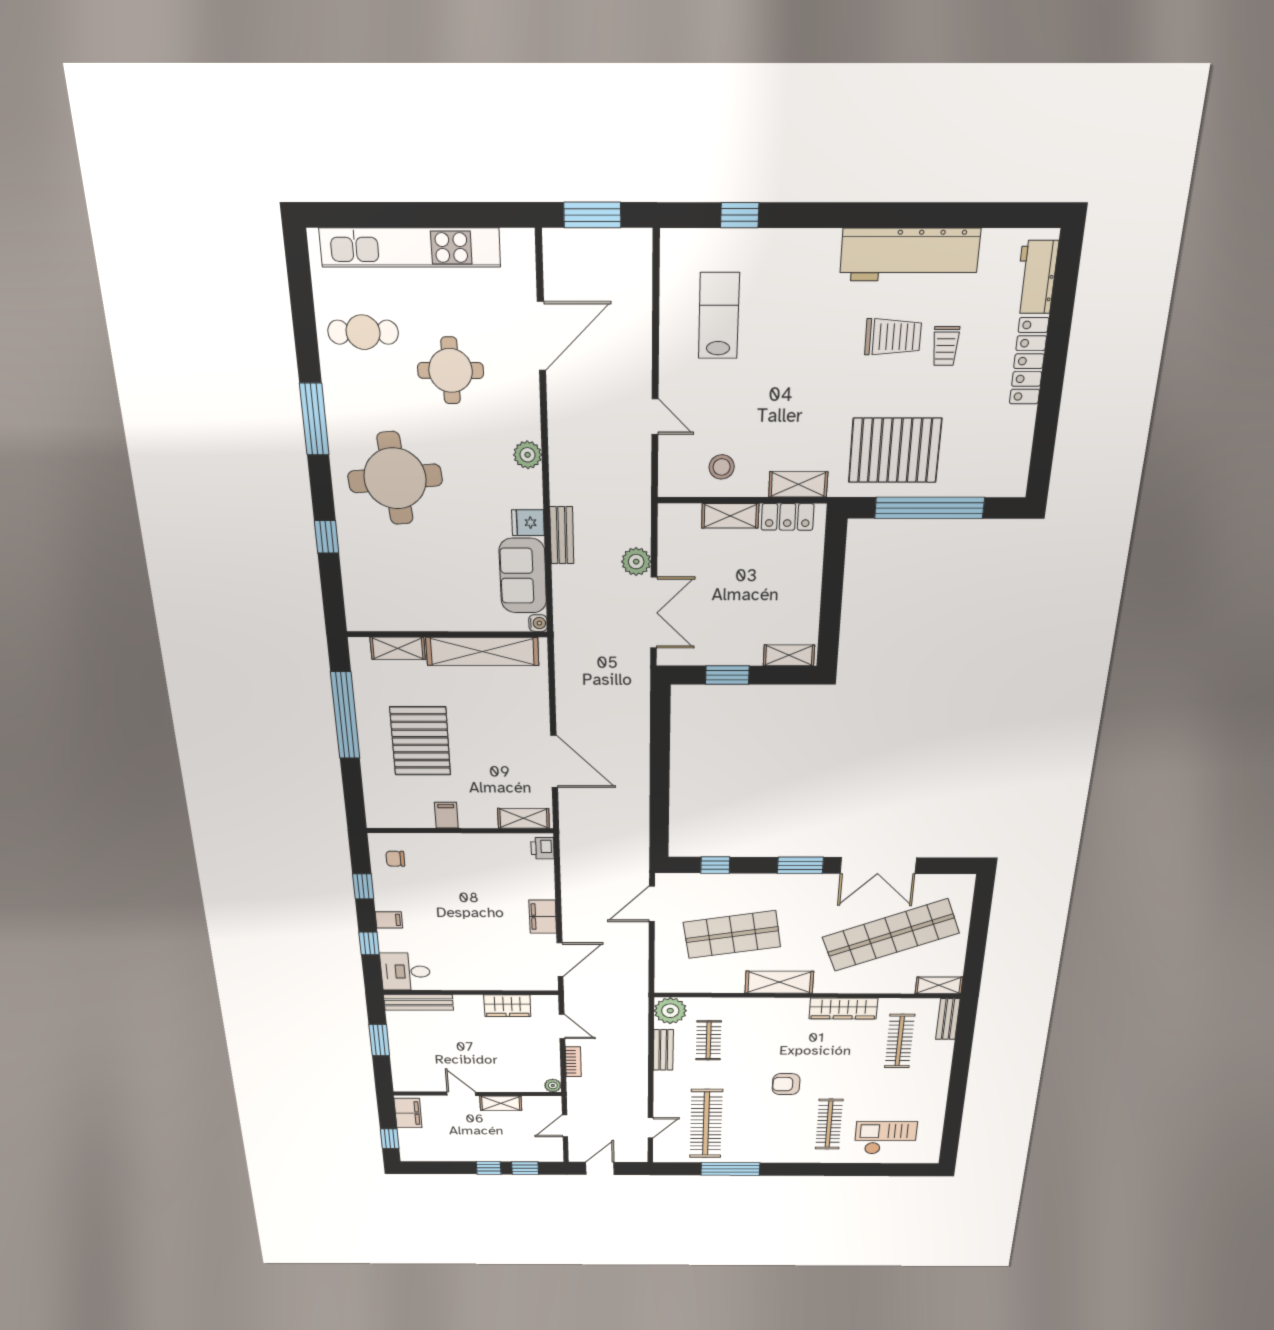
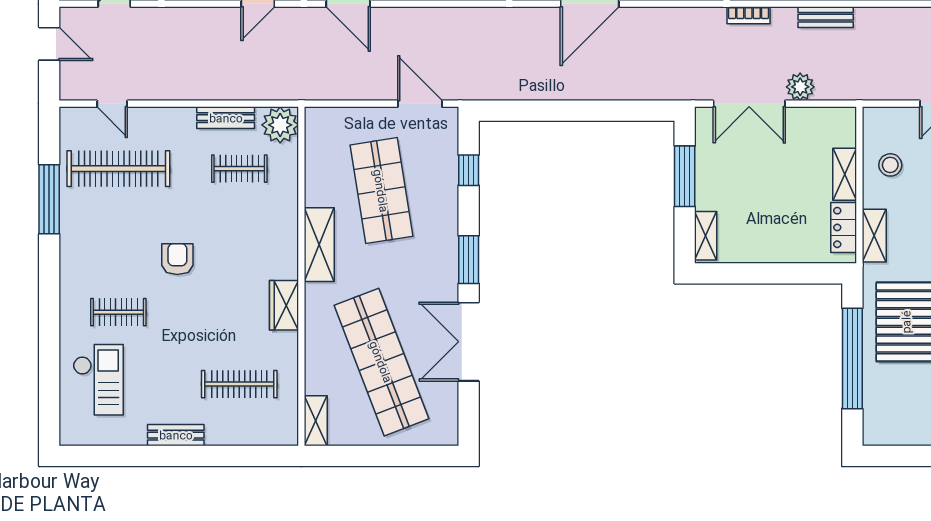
window: (727, 675) -> (685, 176), width x1.44
wardrobe: (843, 1009) -> (284, 305), width x0.67
bench: (948, 1019) -> (176, 435), moved
bookcase: (573, 1062) -> (749, 15), moved
clothes rail: (829, 1124) -> (118, 312), width x0.73

